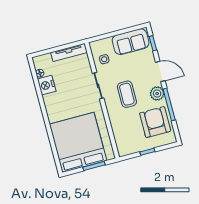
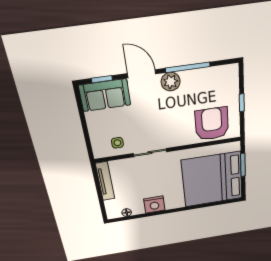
sofa: (131, 42) -> (105, 95), moved, turned 90
door: (160, 71) -> (142, 74), hinge flipped
nightstand: (47, 85) -> (154, 205), moved
coffee table: (127, 94) -> (165, 120), removed
armchair: (155, 122) -> (212, 124), moved, turned 90

